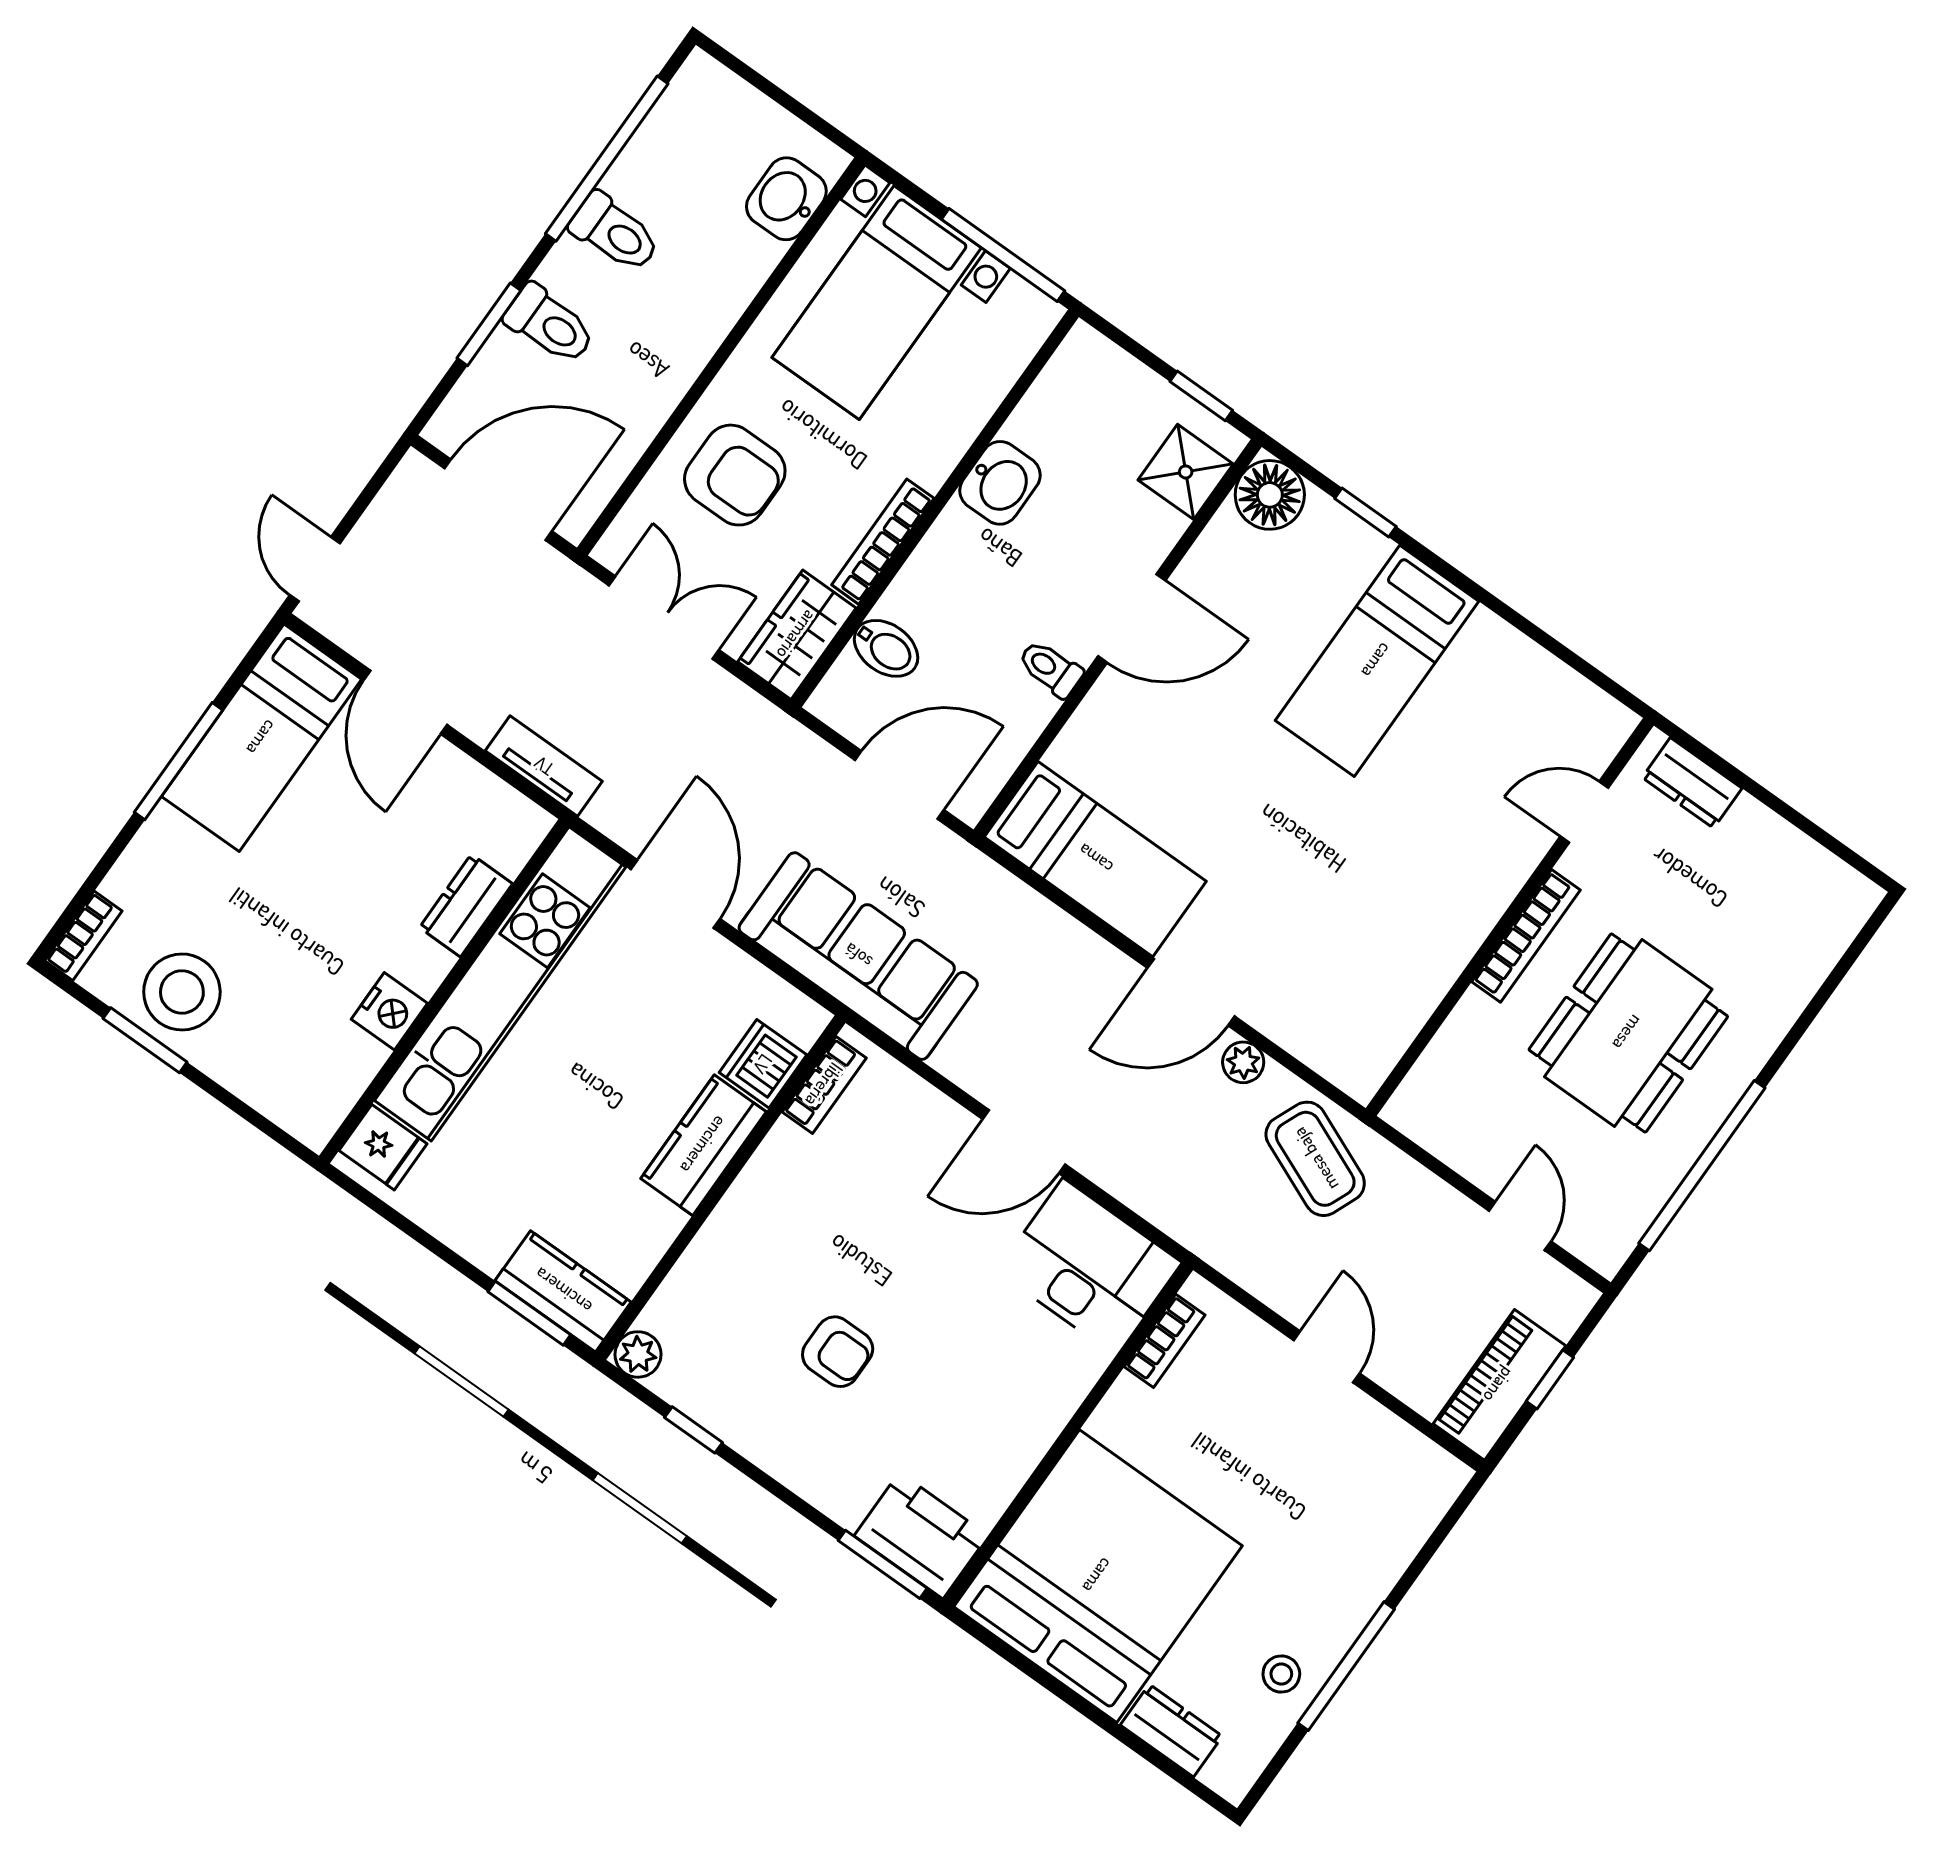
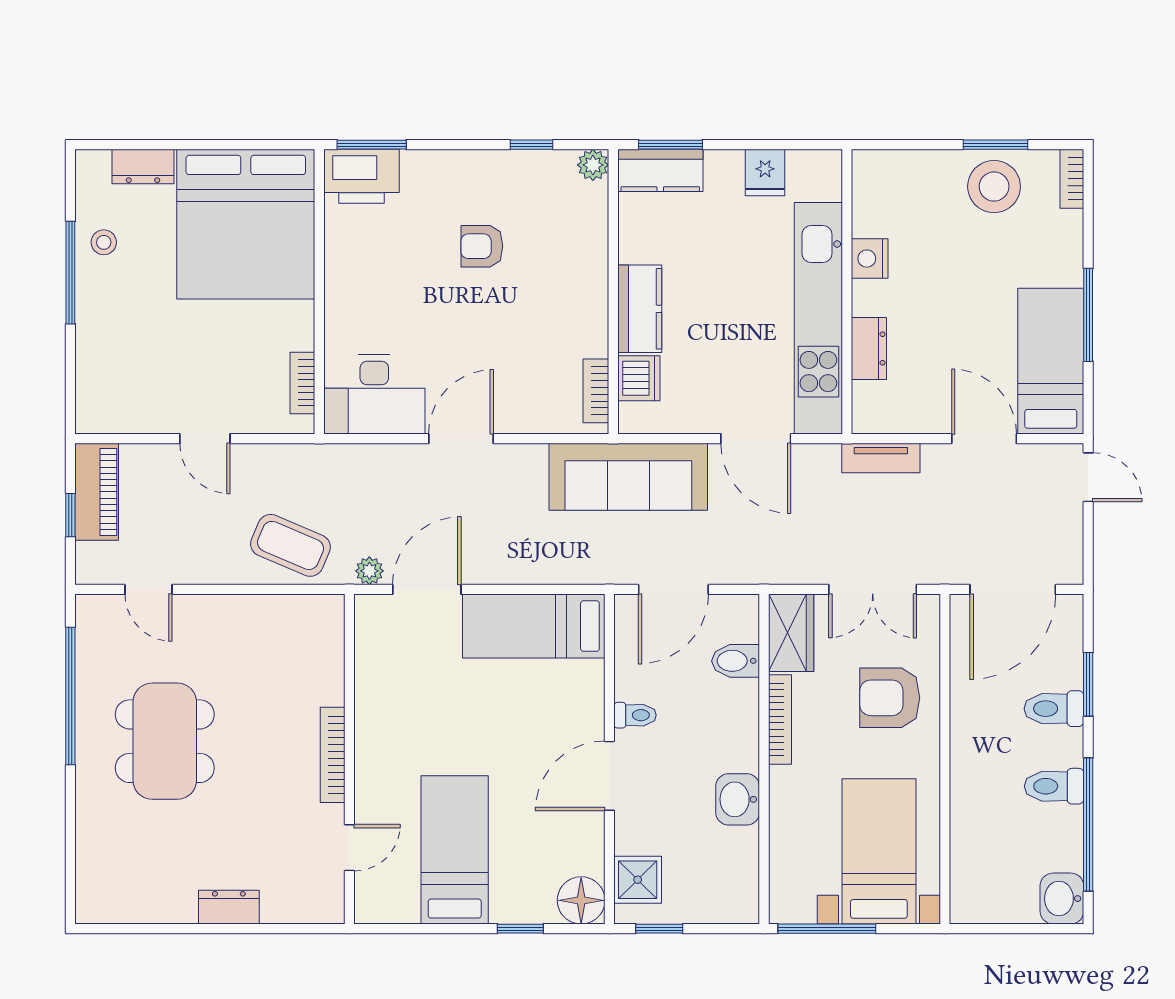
washbasin: (786, 199) -> (1062, 899), moved, turned 180
door: (1584, 812) -> (349, 848), moved
wall: (1510, 917) -> (349, 759), moved
bookcase: (1526, 936) -> (333, 755), moved
fridge: (383, 1147) -> (765, 173), moved, turned -90

